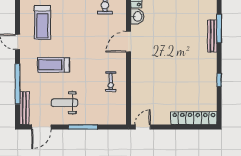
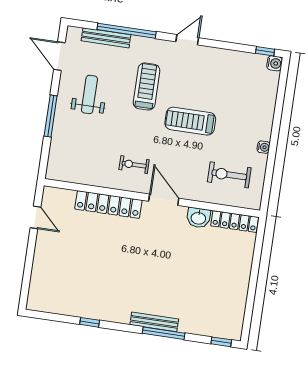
treadmill: (42, 22) -> (190, 121), moved
exercise bike: (111, 82) -> (134, 165), moved
bench: (24, 108) -> (106, 38), moved
locker: (194, 118) -> (108, 205), moved, turned 90
door: (143, 127) -> (36, 217), moved

